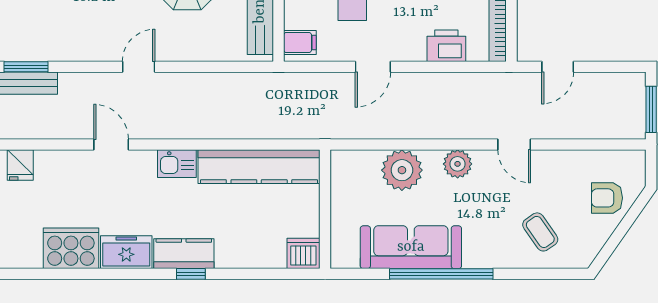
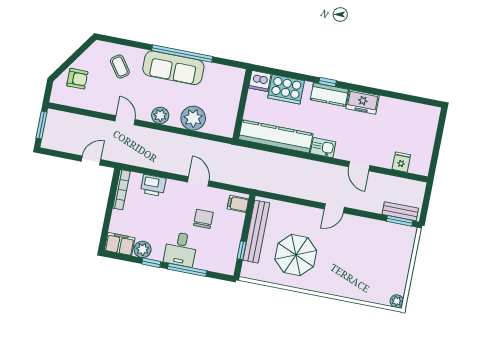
door: (373, 67) -> (198, 181), hinge flipped
fridge: (20, 165) -> (401, 162), moved
sofa: (411, 247) -> (173, 68), moved
cooker: (71, 248) -> (286, 89), moved

